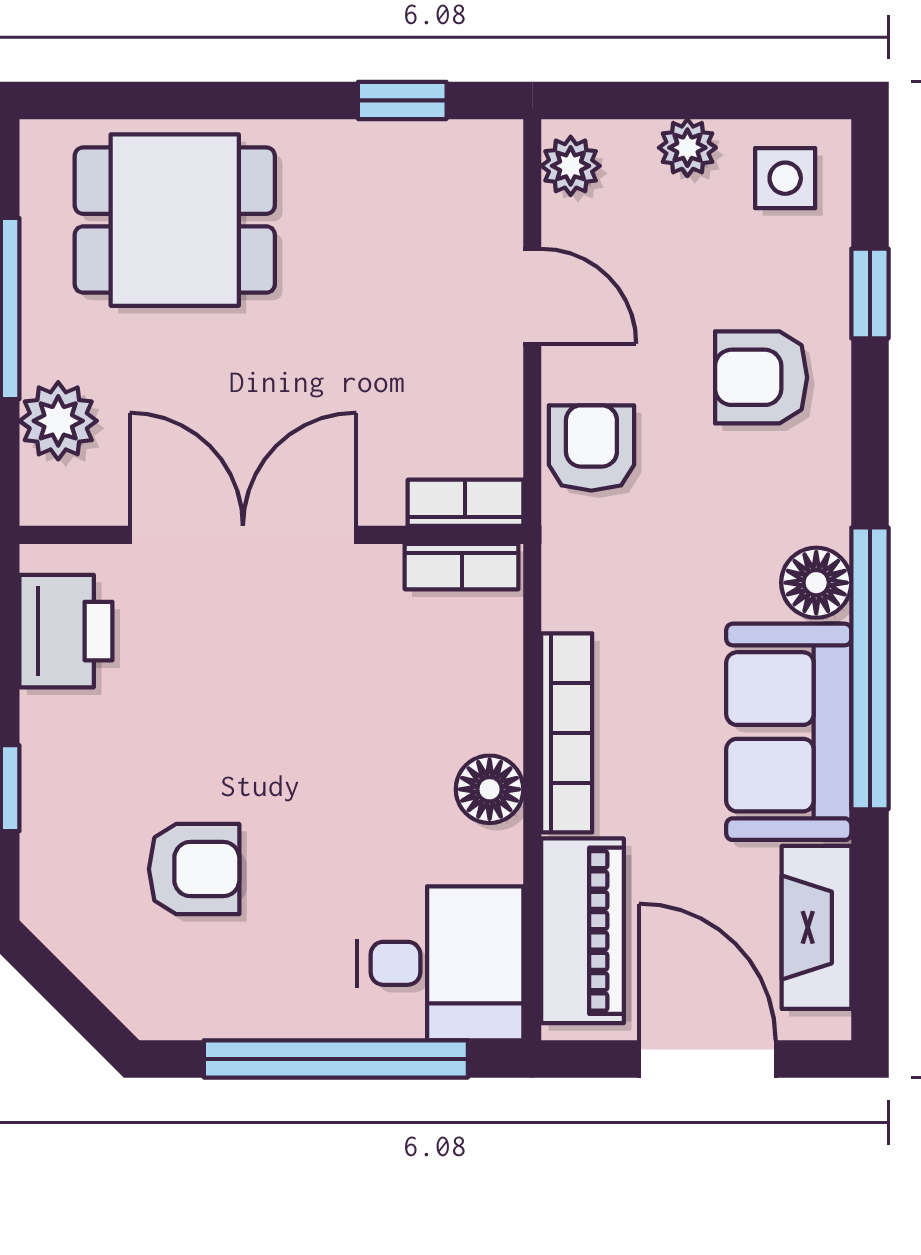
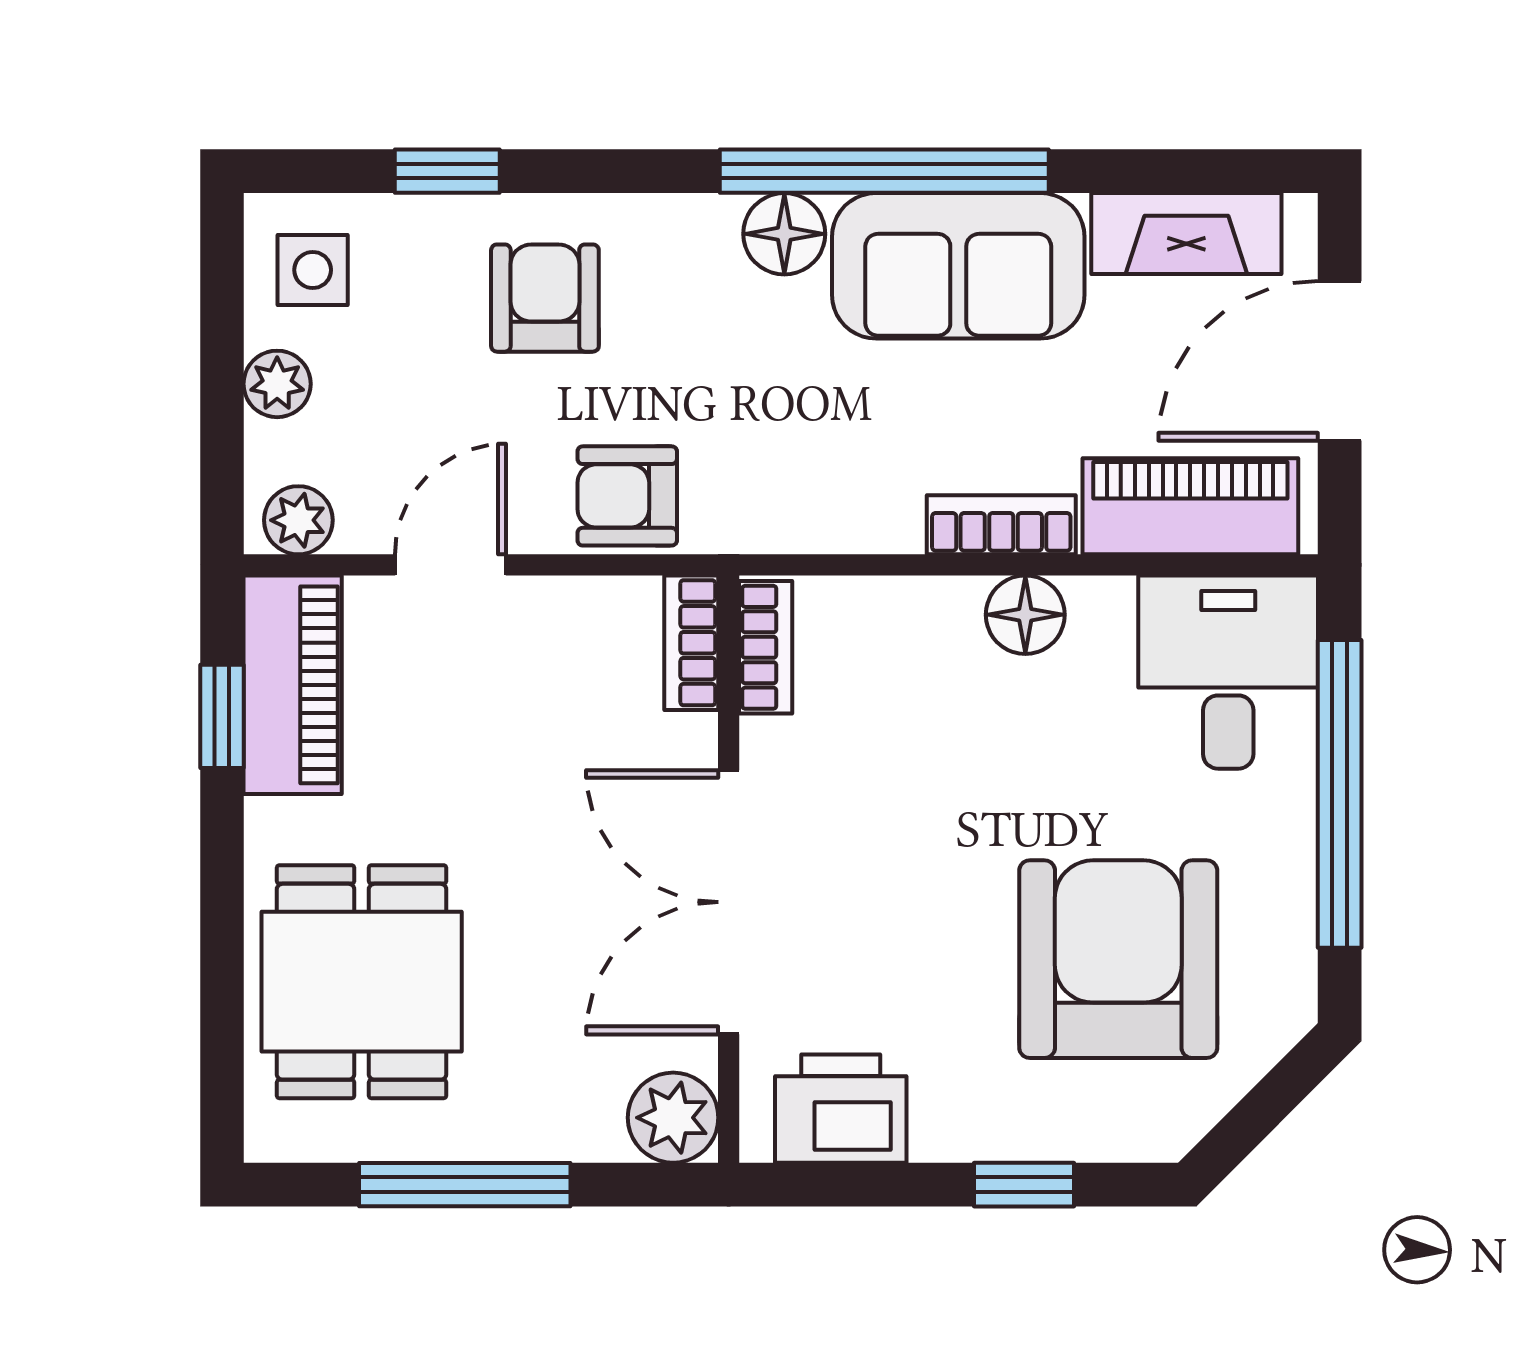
piano: (429, 161) -> (293, 685), added
armchair: (761, 377) -> (545, 298), turned 180
plant: (58, 421) -> (673, 1118), moved
bookcase: (567, 733) -> (1001, 525), width x0.64
armchair: (194, 869) -> (1118, 959), width x1.88, depth x1.88

